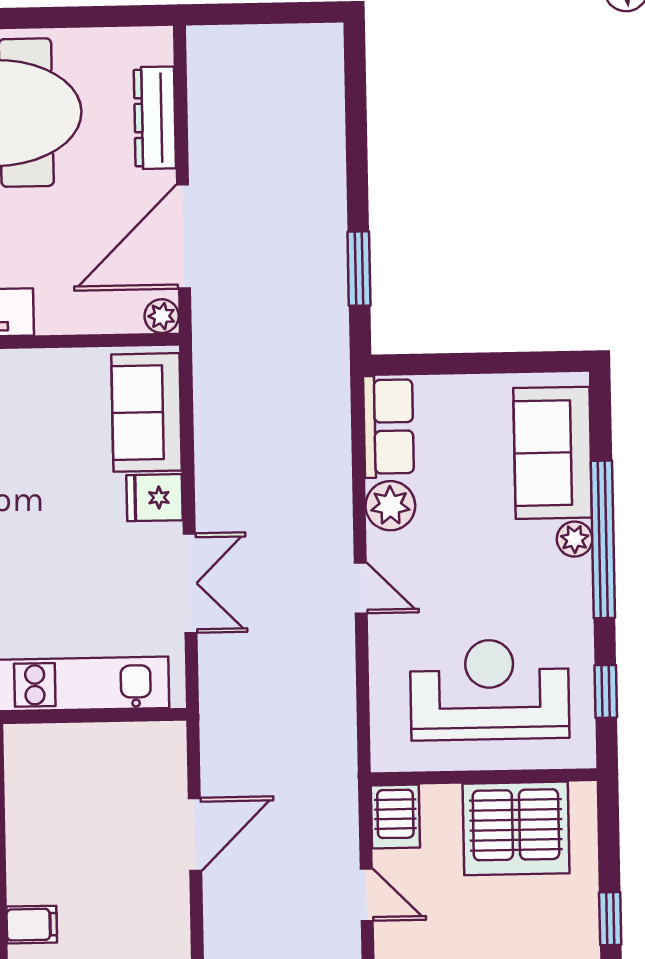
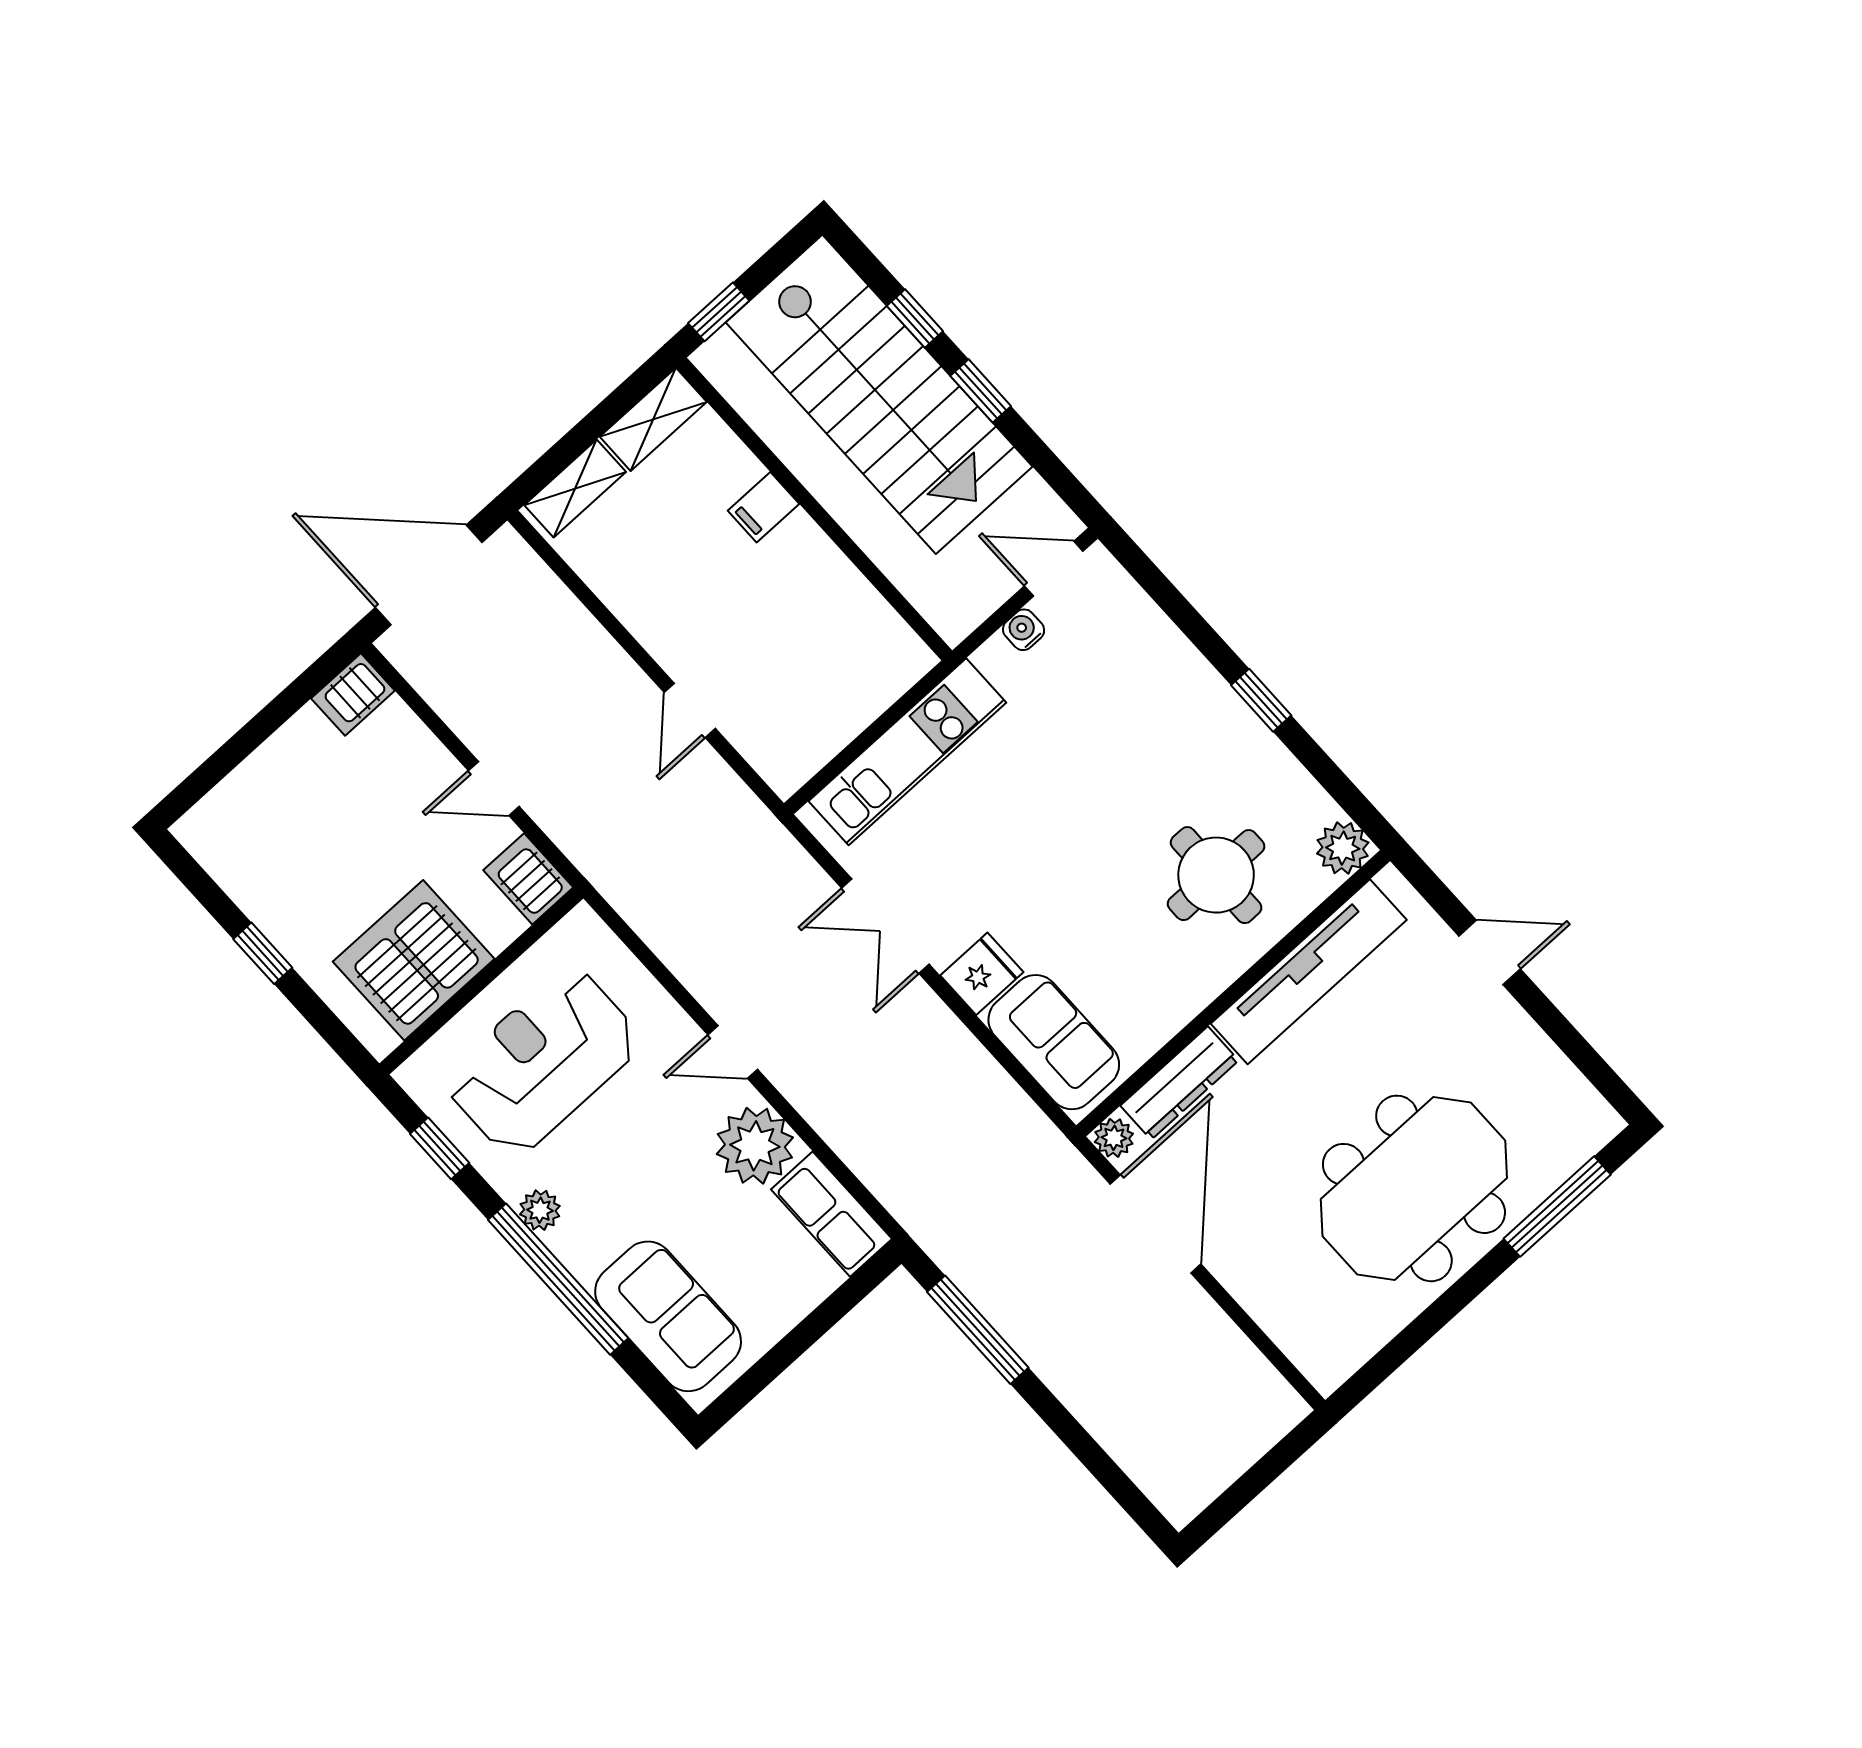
dresser: (155, 118) -> (1179, 1083), moved, turned 90
window: (359, 269) -> (978, 1330), width x1.44
plant: (390, 506) -> (755, 1146), width x1.36, depth x1.36
plant: (575, 539) -> (540, 1210), moved
reception desk: (490, 690) -> (542, 1061), turned 180
door: (195, 834) -> (690, 710), width x0.73

